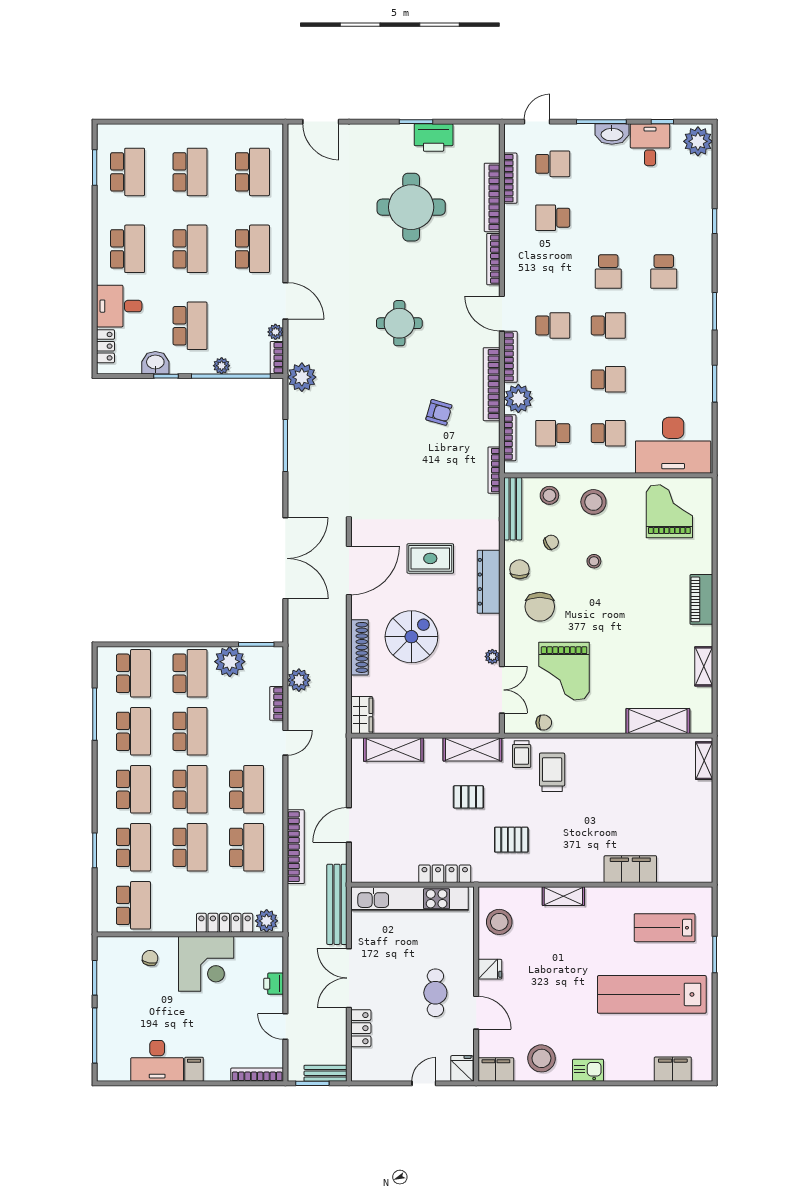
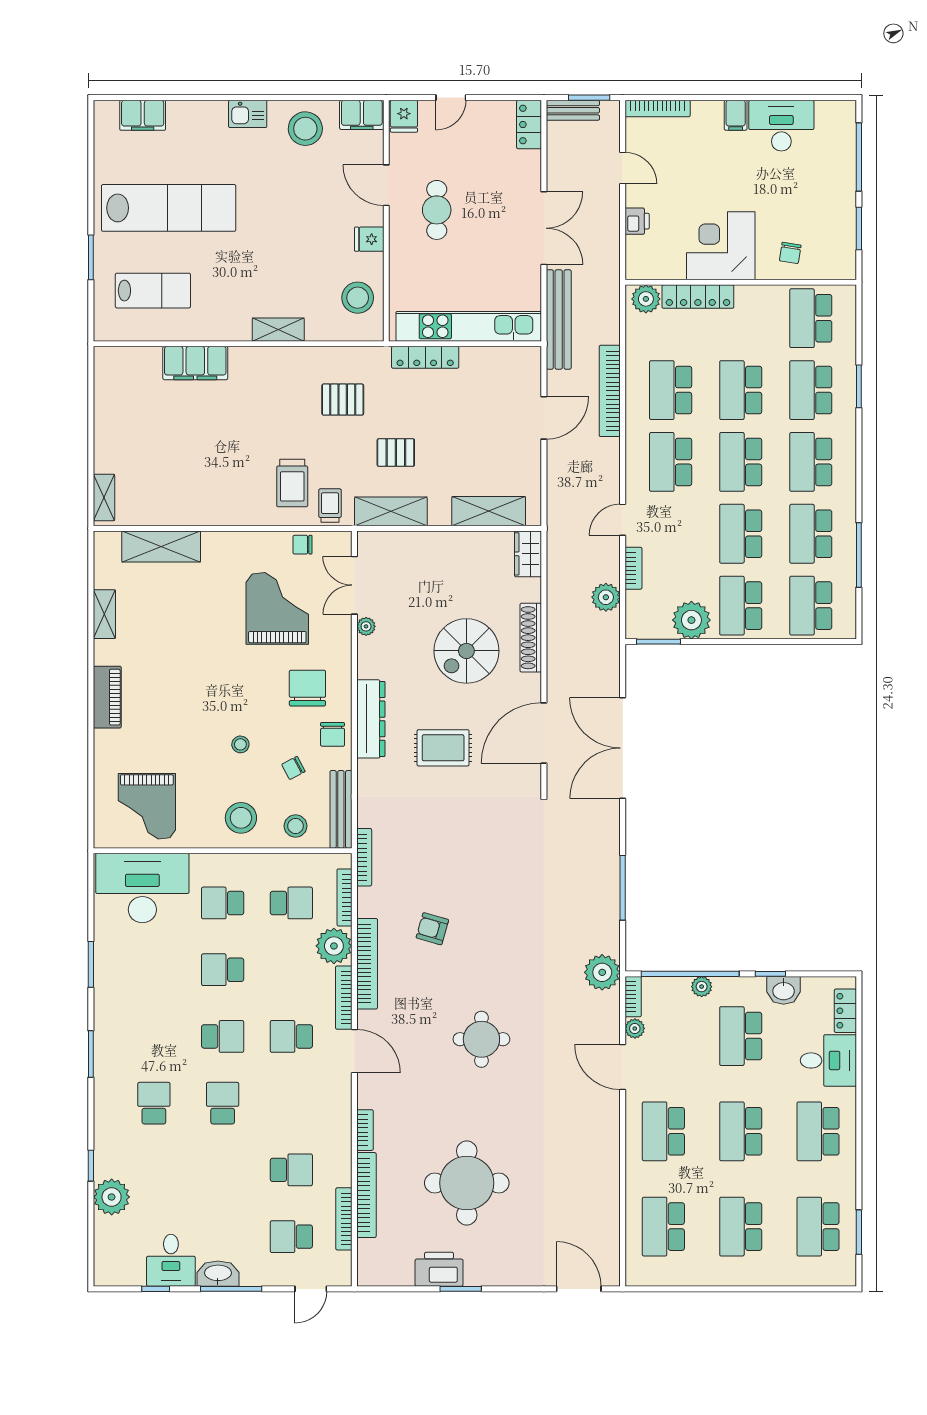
plant: (698, 141) -> (112, 1197), moved
bookcase: (493, 259) -> (365, 1130), width x0.64
school desk: (608, 325) -> (223, 1036), turned 180
locker: (361, 1028) -> (529, 124), moved

